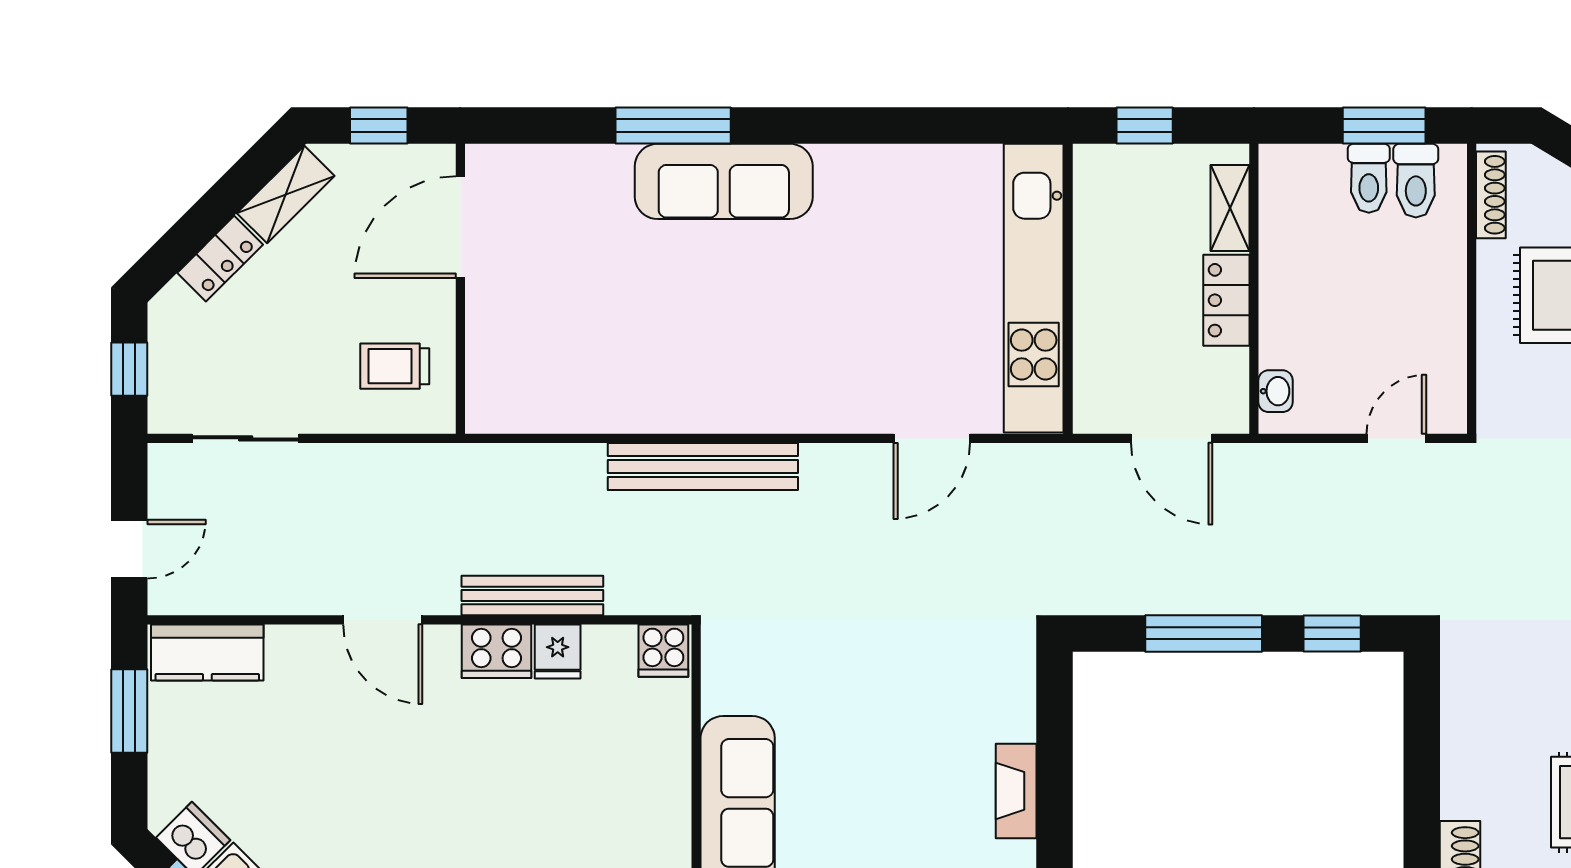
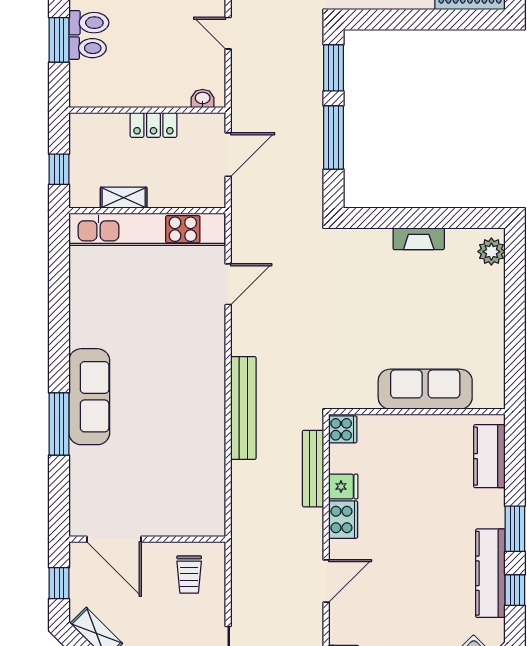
shelving: (1230, 208) -> (124, 198), moved
door: (932, 438) -> (228, 284), hinge flipped
bench: (532, 595) -> (313, 469), moved
window: (1332, 633) -> (334, 68), width x1.50

